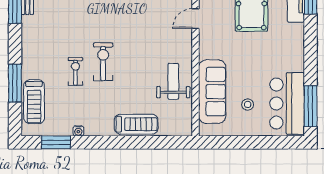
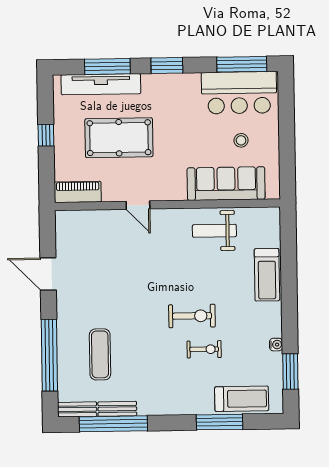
window: (311, 44) -> (167, 65), added
exercise bike: (103, 62) -> (192, 316), turned 180
exercise bike: (75, 71) -> (204, 349), turned 180
treadmill: (136, 124) -> (267, 275), turned 180

